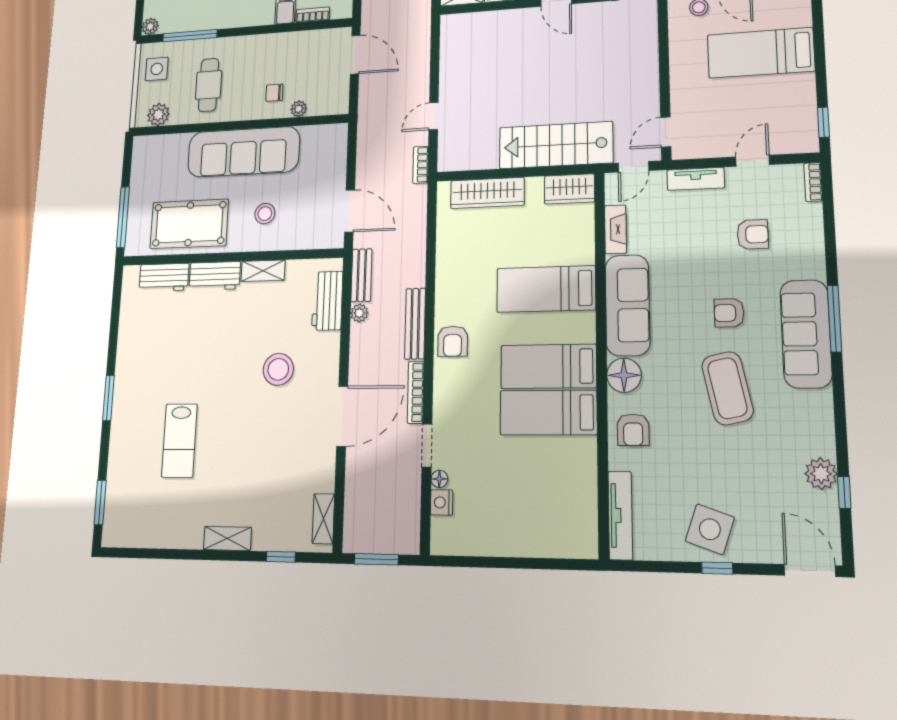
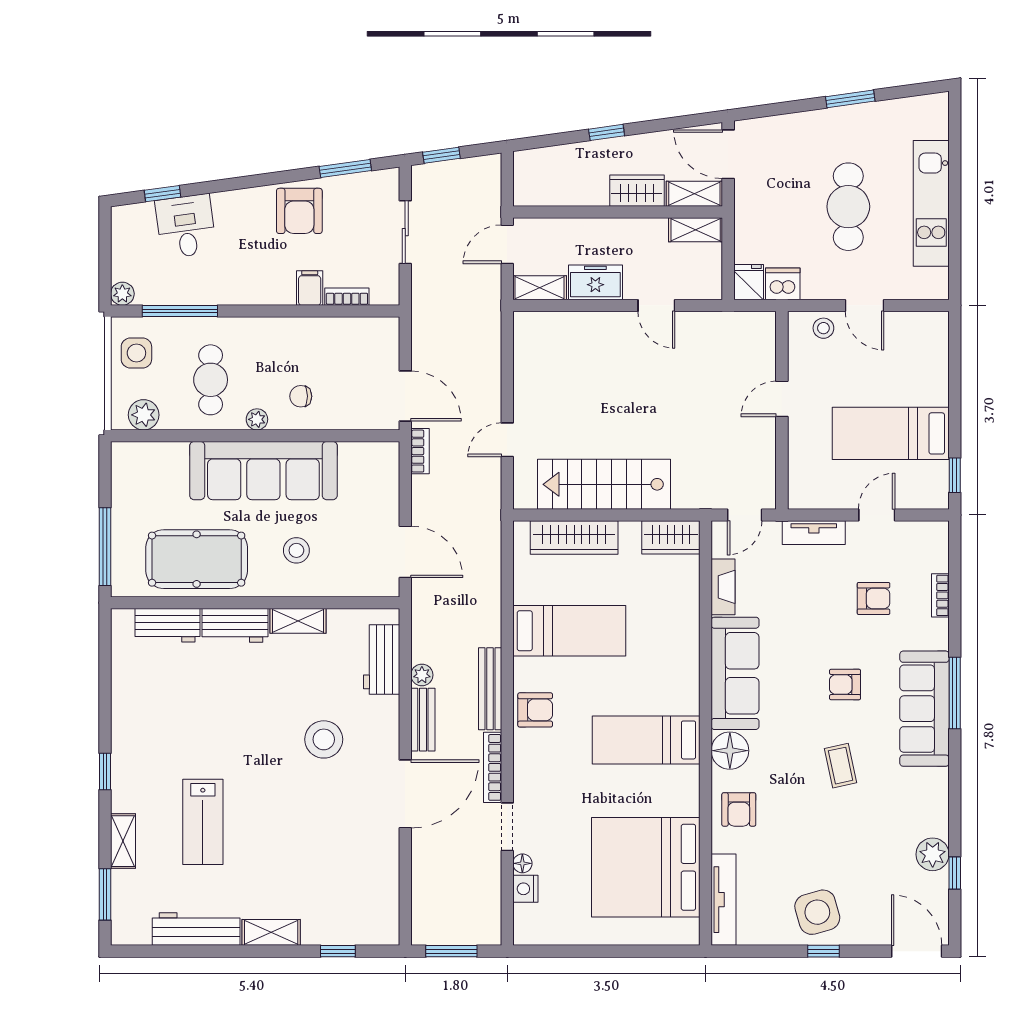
bed: (761, 53) -> (891, 433), moved
door: (355, 55) -> (405, 396), moved
plant: (299, 109) -> (257, 419), moved
door: (666, 132) -> (782, 399), moved
stairs: (556, 145) -> (604, 484), moved
bookcase: (421, 165) -> (420, 451), moved, turned 180
bookcase: (813, 182) -> (940, 595), moved
bench: (361, 275) -> (423, 720), moved
bed: (546, 289) -> (569, 631), moved, turned 180
armchair: (453, 341) -> (535, 710), turned -90
coffee table: (727, 388) -> (841, 766), width x0.54, depth x0.58
window: (108, 398) -> (105, 771), width x0.67
bed: (548, 413) -> (646, 867), moved, width x2.04
shelving: (323, 519) -> (123, 841), moved
side table: (710, 529) -> (817, 912), turned -35
workbench: (168, 534) -> (196, 929), added

